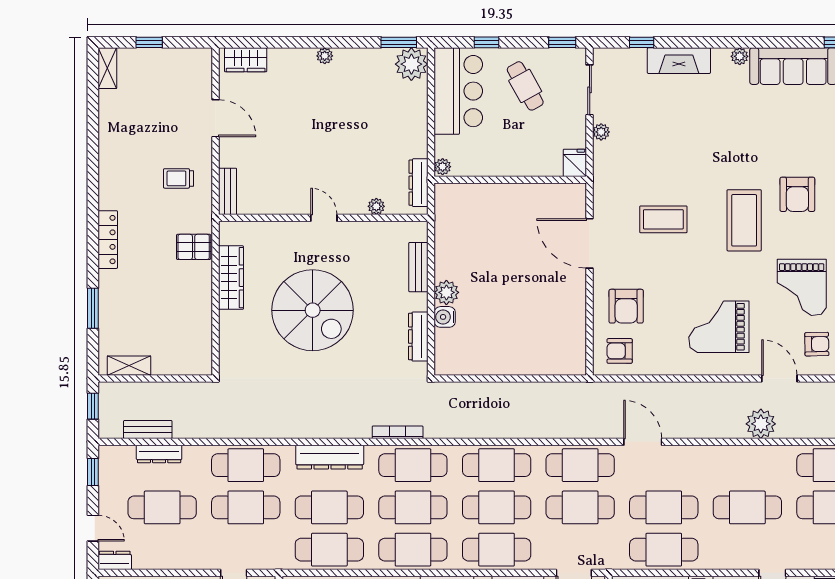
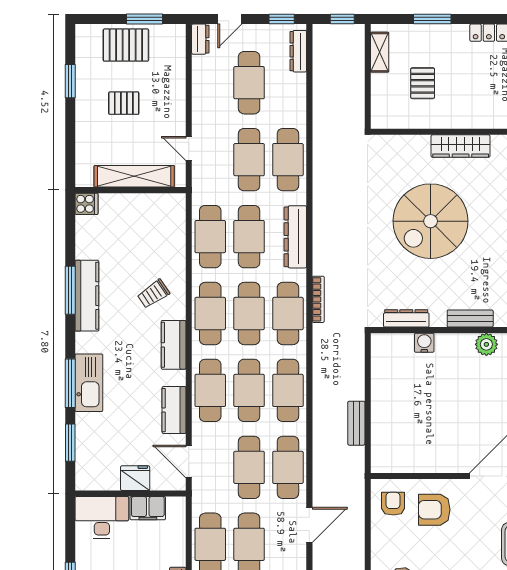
pallet: (194, 247) -> (423, 83), moved
plant: (446, 292) -> (486, 344), moved
bench: (148, 430) -> (356, 423), moved
dresser: (159, 454) -> (298, 51), moved

